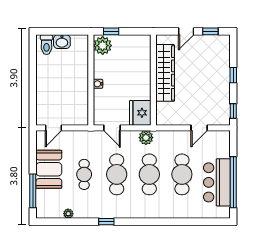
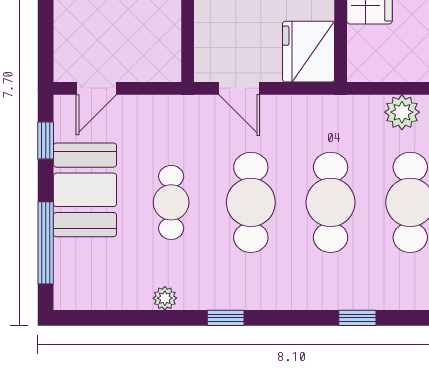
plant: (146, 138) -> (402, 112), moved
window: (33, 149) -> (46, 140), added
plant: (68, 214) -> (165, 298), moved
window: (160, 222) -> (357, 318), added

